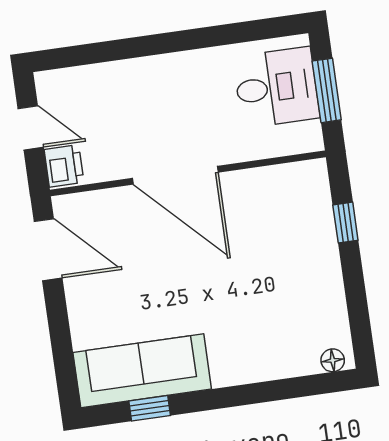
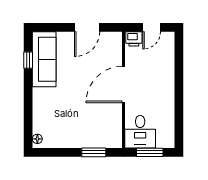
desk: (276, 87) -> (140, 132), moved
window: (345, 223) -> (94, 152), width x1.50
door: (48, 250) -> (87, 27), moved

